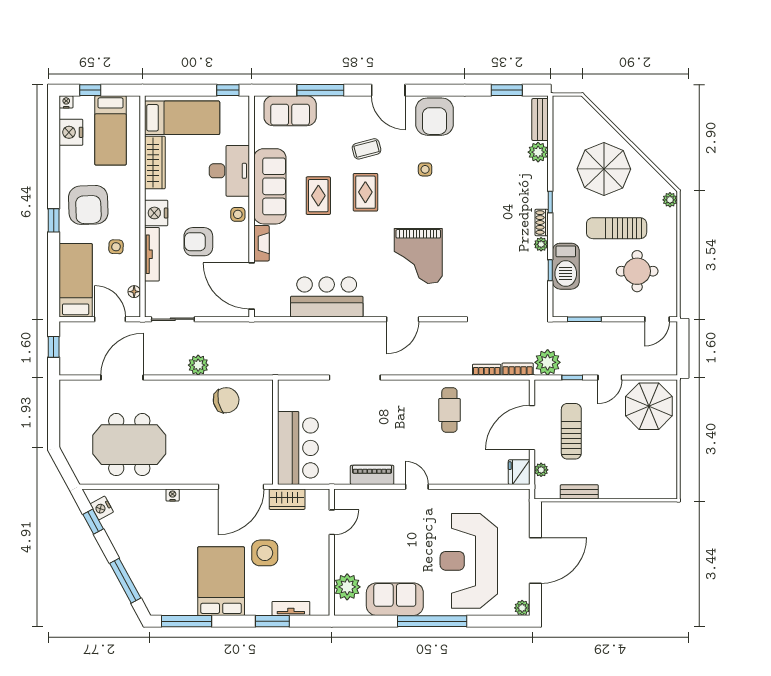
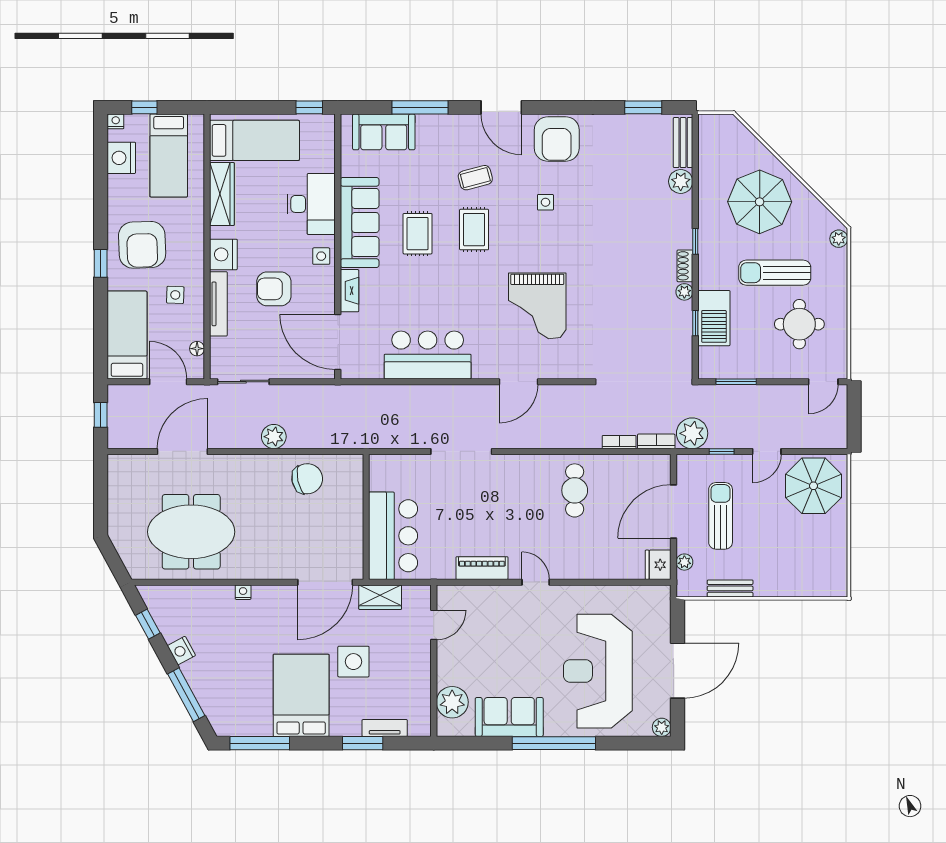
nightstand: (102, 508) -> (181, 651), moved

